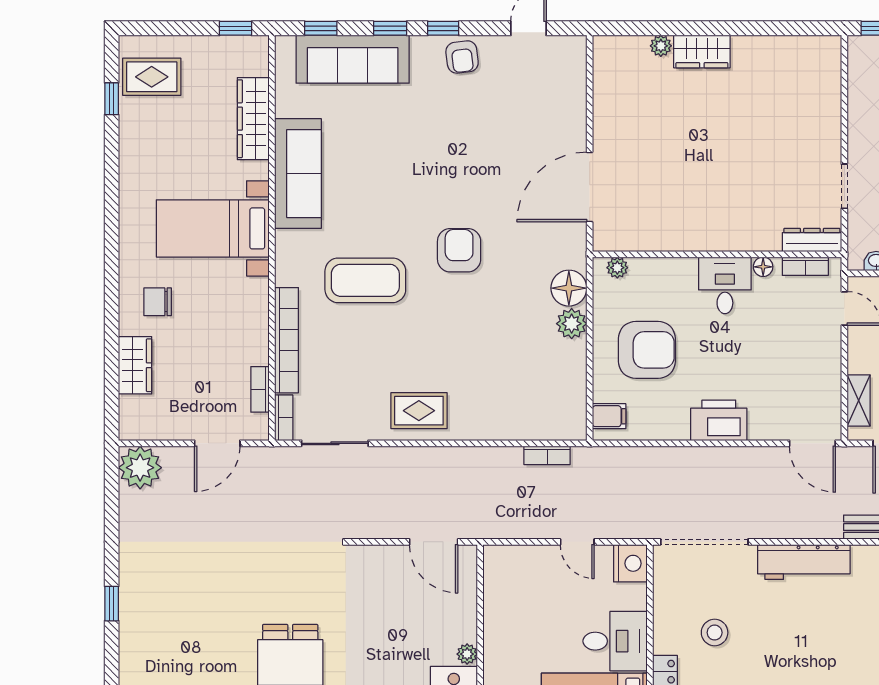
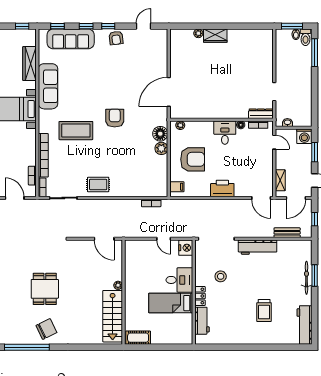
door: (217, 443) -> (15, 198), swing flipped

